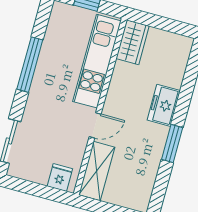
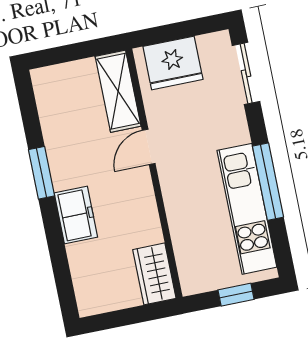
kitchen unit: (97, 61) -> (247, 209), moved, turned 180
fridge: (60, 178) -> (173, 63), width x1.88, depth x1.34

